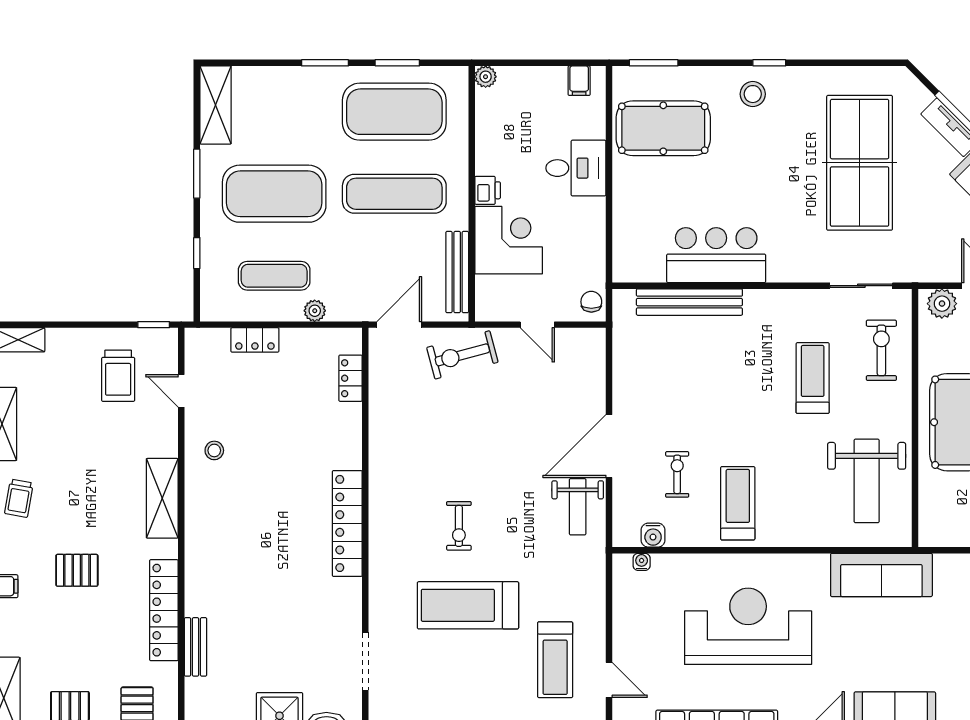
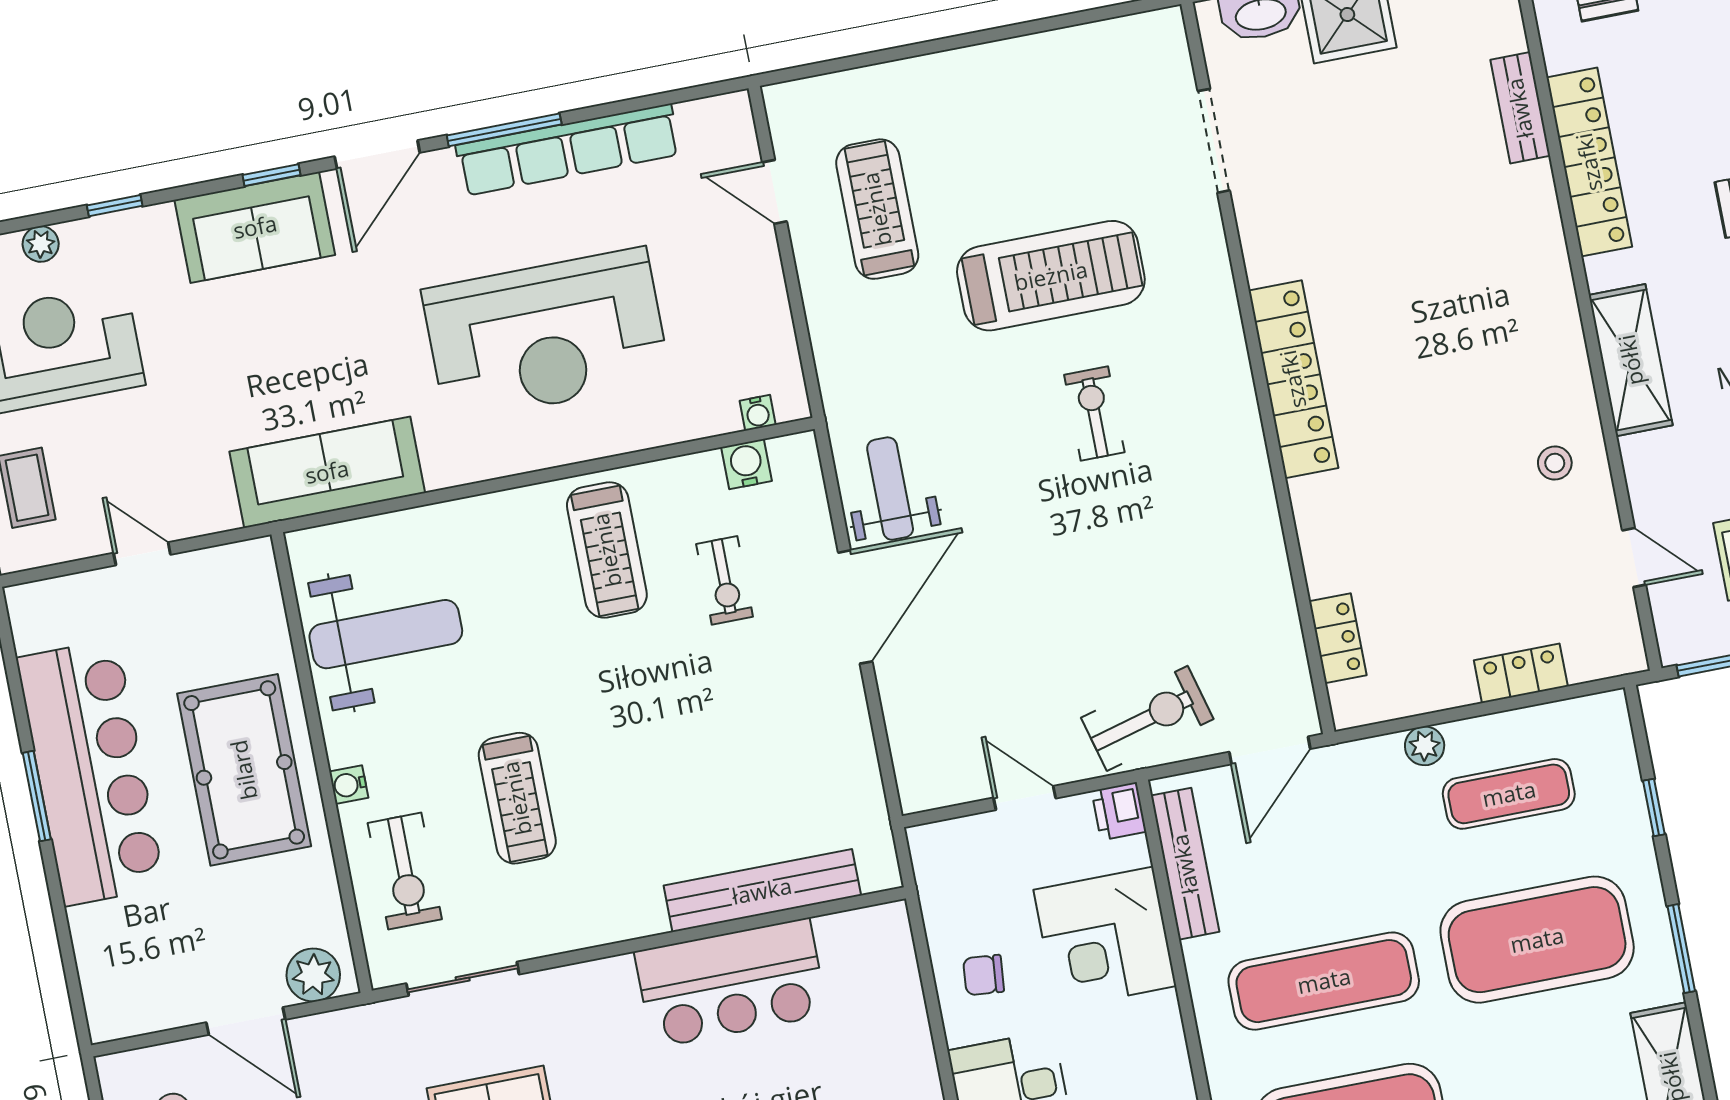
printer: (488, 190) -> (1119, 811), moved
chair: (591, 302) -> (984, 975), moved, turned 95
water cooler: (903, 403) -> (349, 785), added
weight bench: (867, 481) -> (386, 634), turned 90

